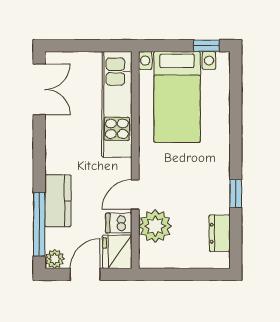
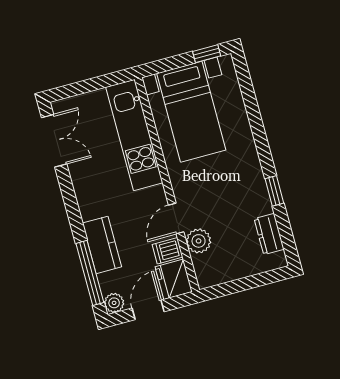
plant: (155, 226) -> (199, 241), width x0.73, depth x0.73

